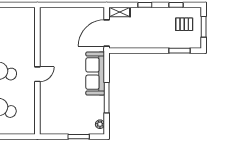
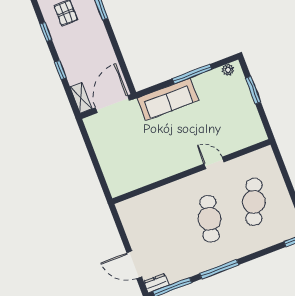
door: (107, 33) -> (113, 104), swing flipped
door: (37, 74) -> (214, 163), moved

